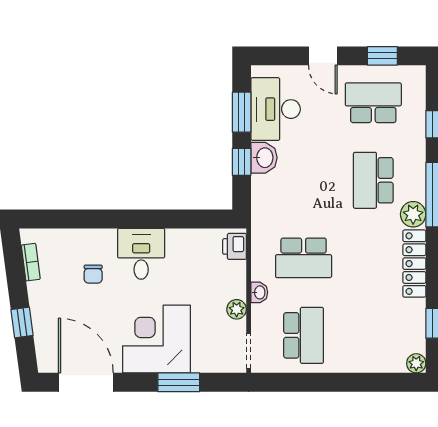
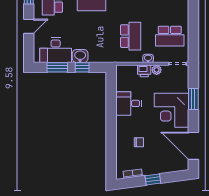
printer: (235, 246) -> (144, 71), moved
desk: (141, 254) -> (129, 103), moved
window: (22, 322) -> (153, 179), moved
school desk: (304, 335) -> (170, 36), turned 180
door: (86, 382) -> (193, 146), hinge flipped

